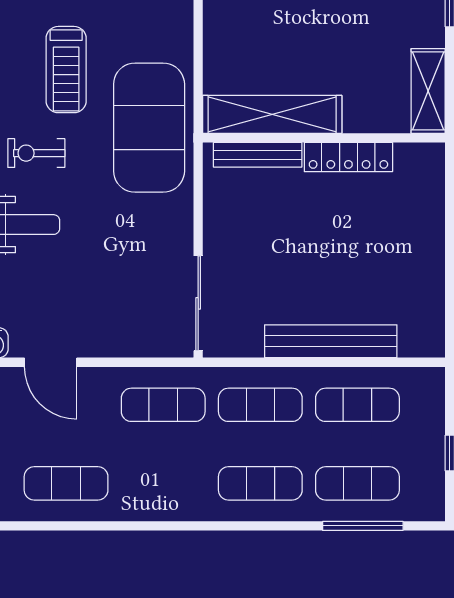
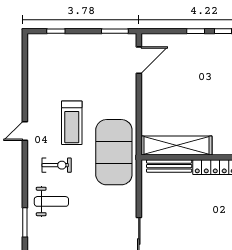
exercise bike: (36, 153) -> (57, 165), turned 180

